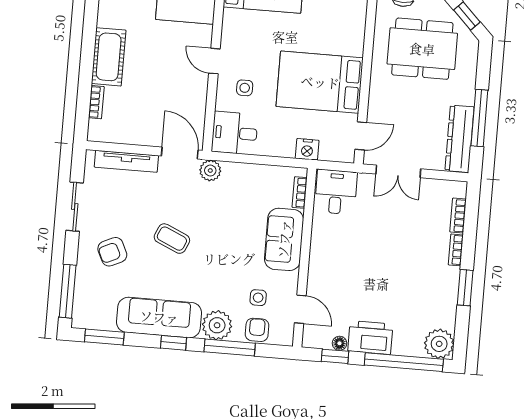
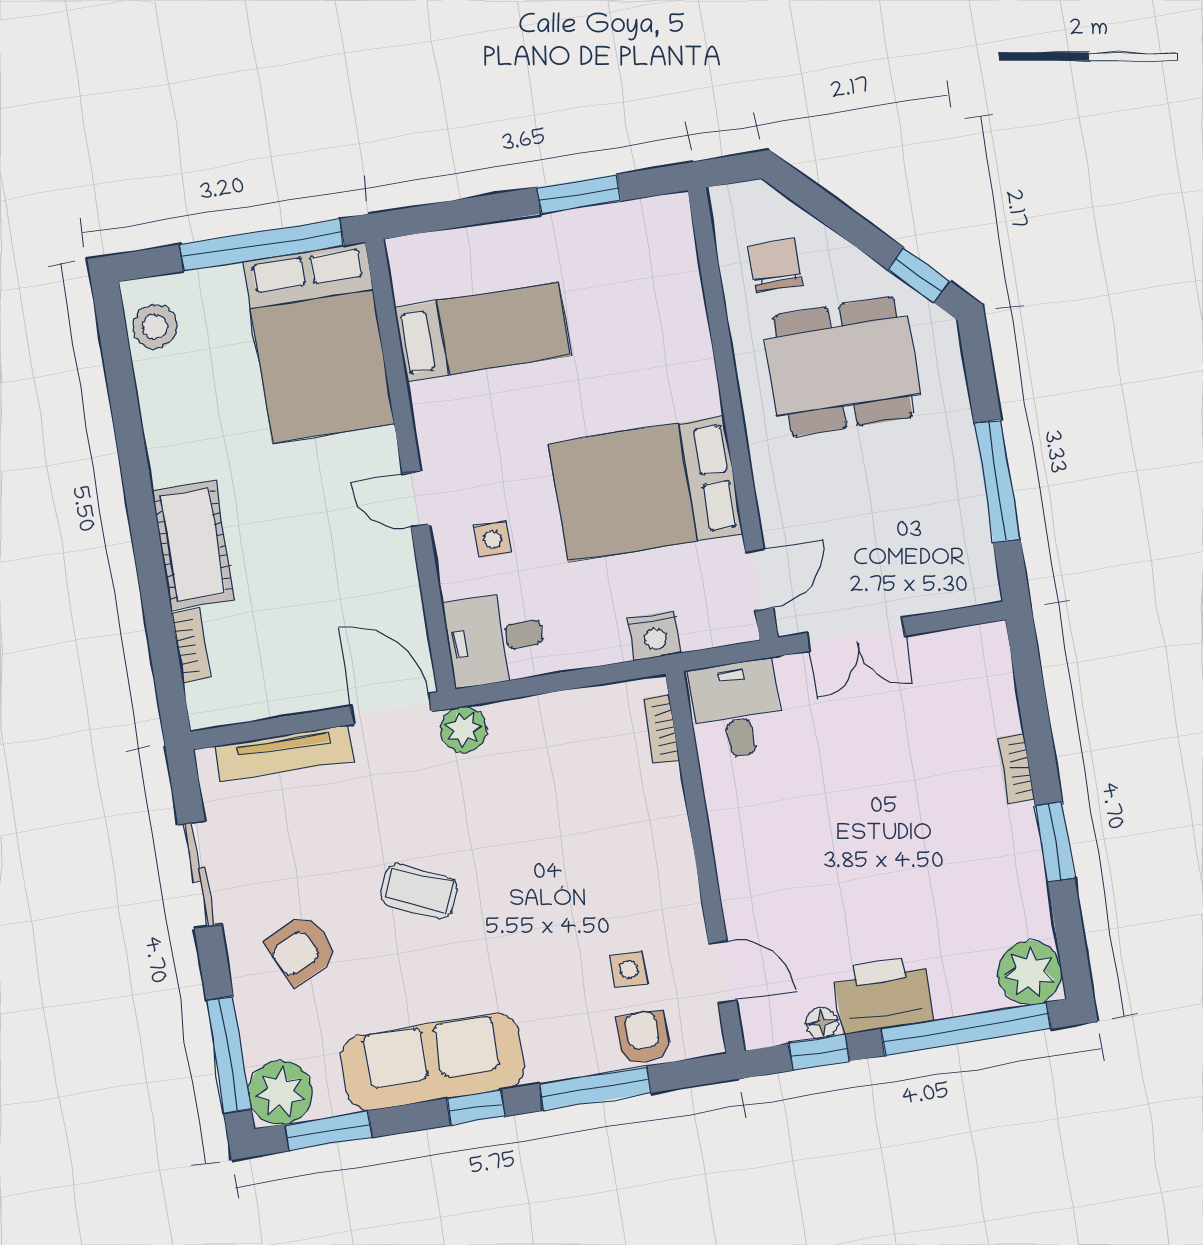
dresser: (460, 139) -> (967, 535), removed
bookcase: (458, 216) -> (1003, 695), removed
sofa: (284, 239) -> (653, 835), removed
plant: (217, 325) -> (281, 1093), moved

